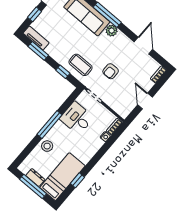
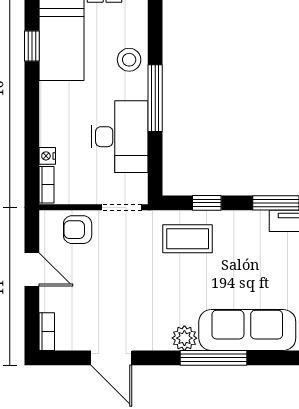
armchair: (111, 71) -> (78, 230), moved, turned -90
desk: (77, 118) -> (120, 137), width x1.37

